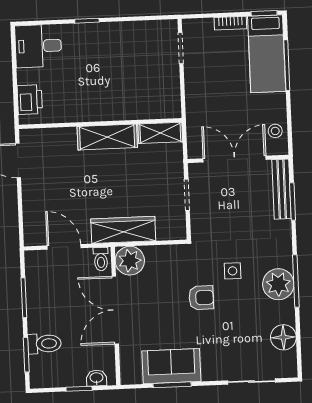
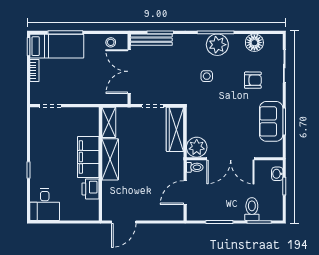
printer: (30, 100) -> (91, 189), moved, turned -90
filing cabinet: (109, 106) -> (88, 157), added
wardrobe: (123, 230) -> (175, 129), moved
armchair: (201, 298) -> (253, 80), moved, turned 90

